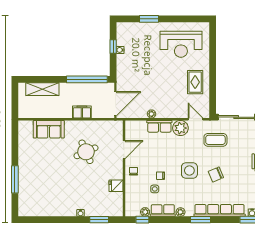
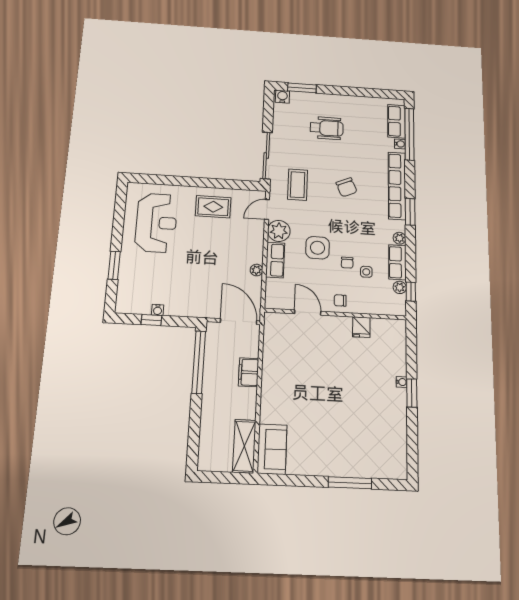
shelving: (42, 89) -> (244, 446), moved
sofa: (49, 129) -> (272, 449), moved
round table: (86, 152) -> (310, 369), removed
side table: (189, 171) -> (317, 248), moved
window: (99, 220) -> (412, 393), moved

